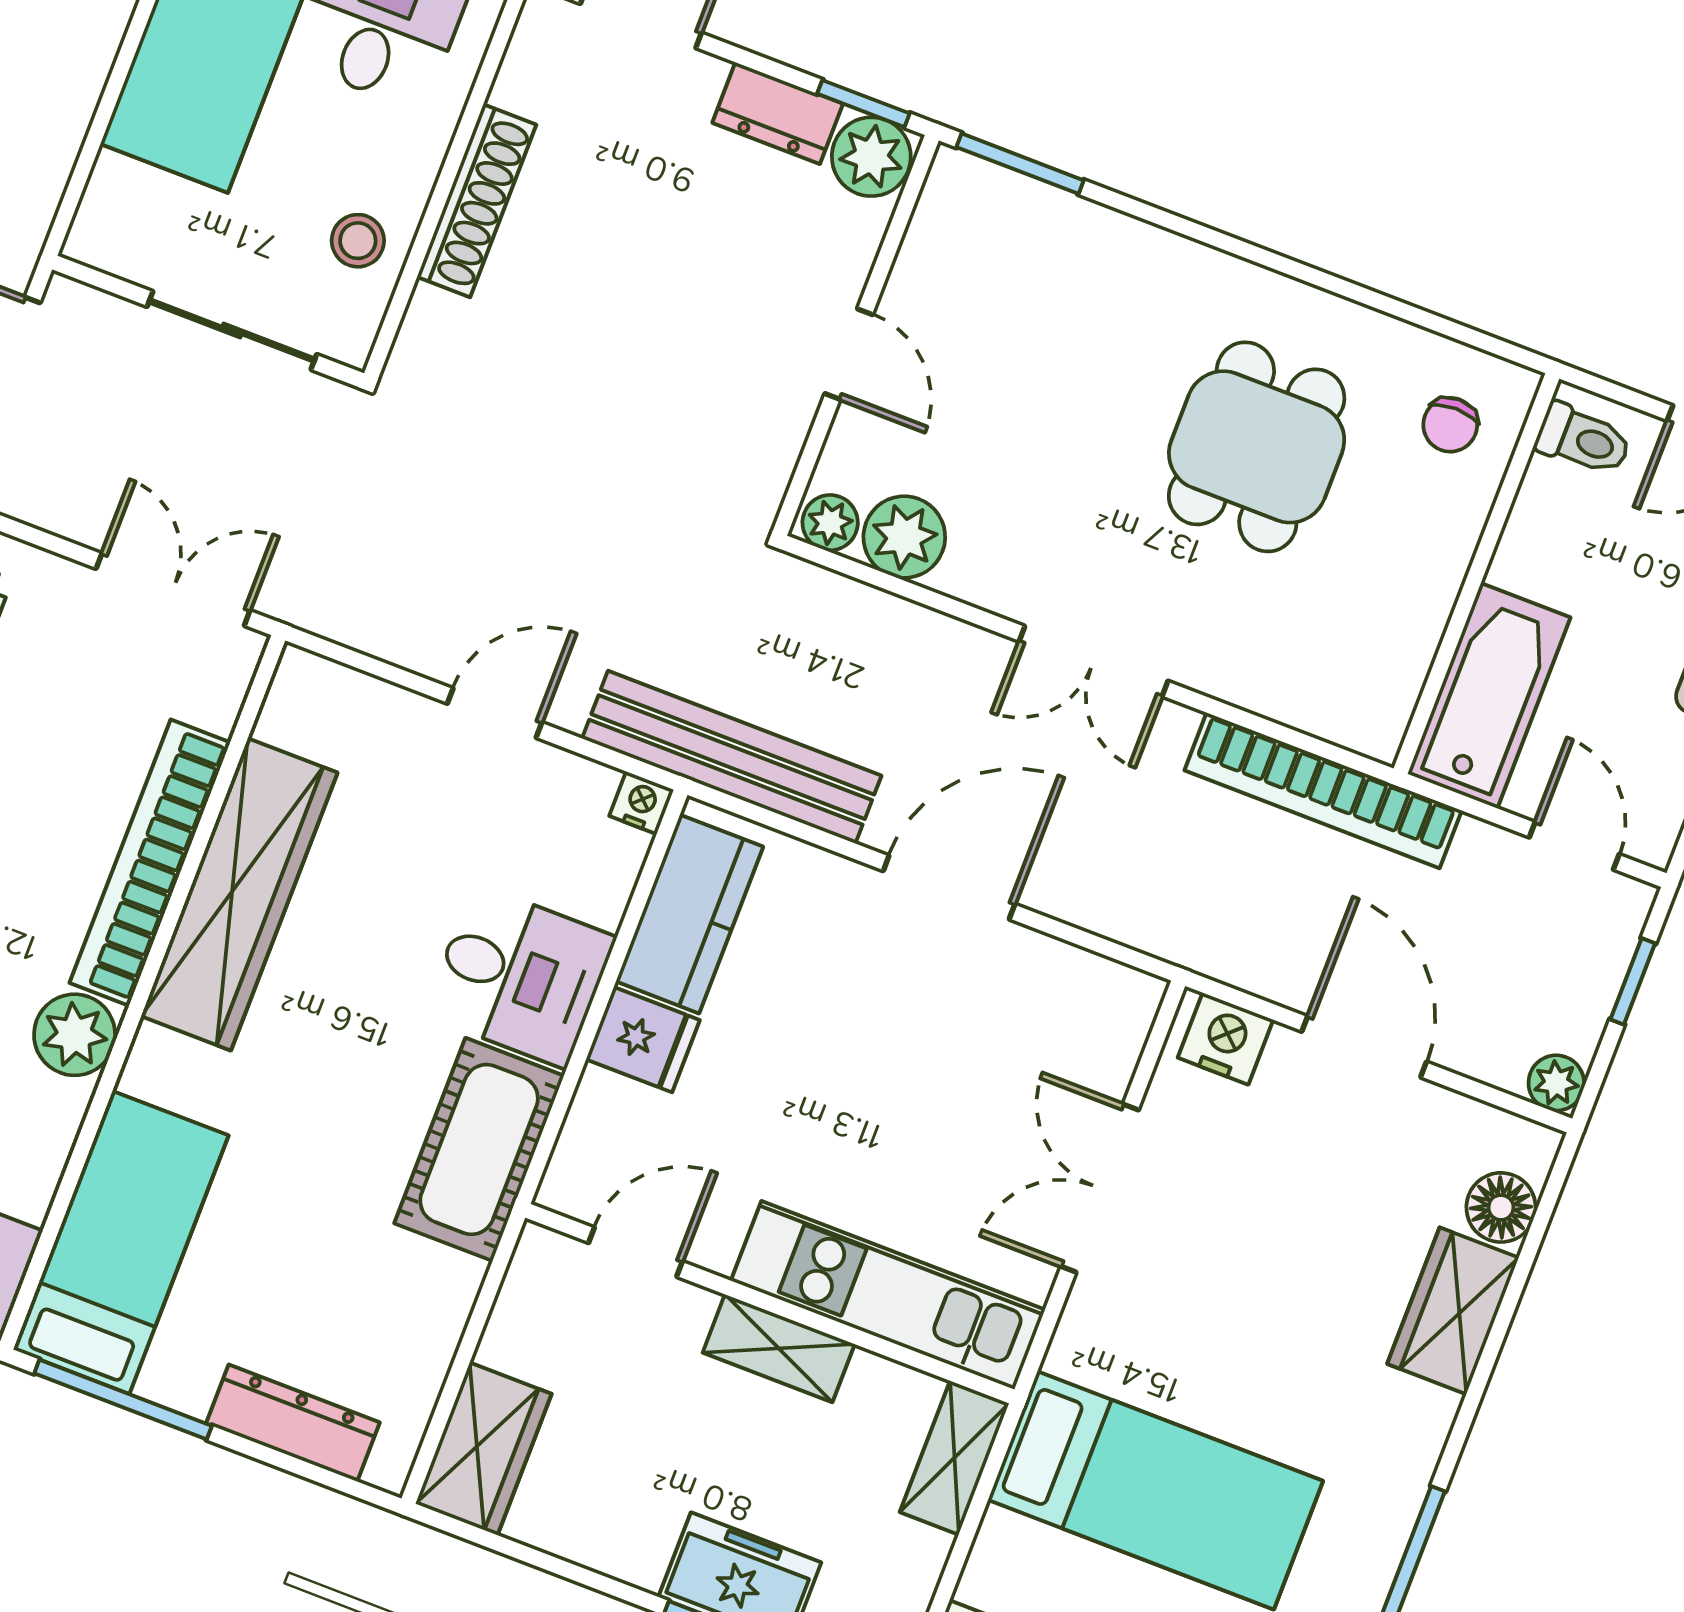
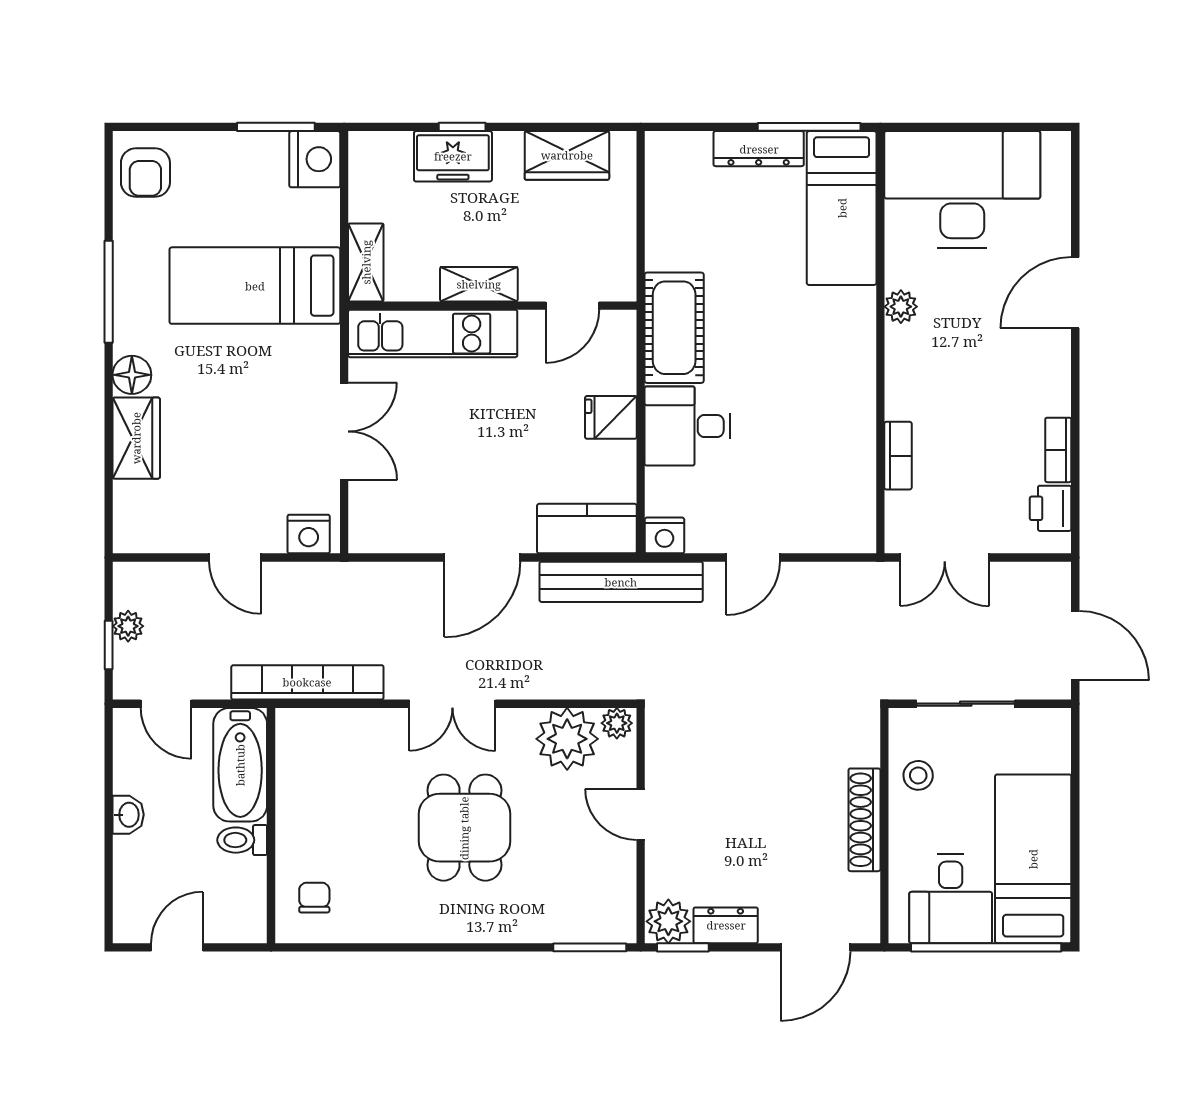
toilet: (1583, 440) -> (242, 840), moved
dining table: (1257, 447) -> (464, 828), moved
plant: (904, 537) -> (567, 739), width x1.36, depth x1.36
double door: (1093, 661) -> (452, 704), swing flipped
nightstand: (641, 803) -> (664, 535), width x1.39, depth x1.35
bookcase: (150, 863) -> (898, 456), width x0.43, depth x0.76
wardrobe: (239, 894) -> (849, 412), removed
kitchen counter: (690, 914) -> (587, 529), moved, turned 90
plant: (75, 1035) -> (901, 307), width x0.73, depth x0.73
door: (1364, 1047) -> (235, 557), width x0.73
plant: (1556, 1083) -> (128, 626), moved
floor lamp: (1501, 1207) -> (132, 375), moved
dresser: (293, 1423) -> (759, 149), moved
wardrobe: (483, 1449) -> (567, 155), moved, turned -90

